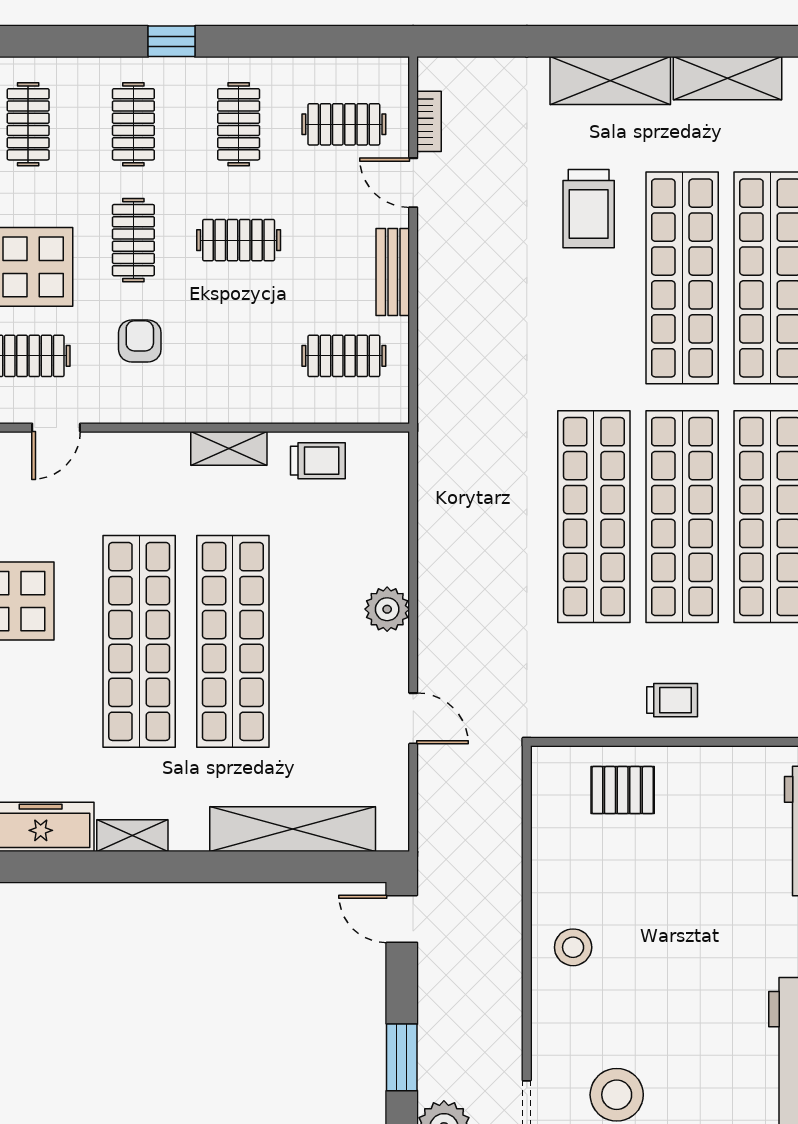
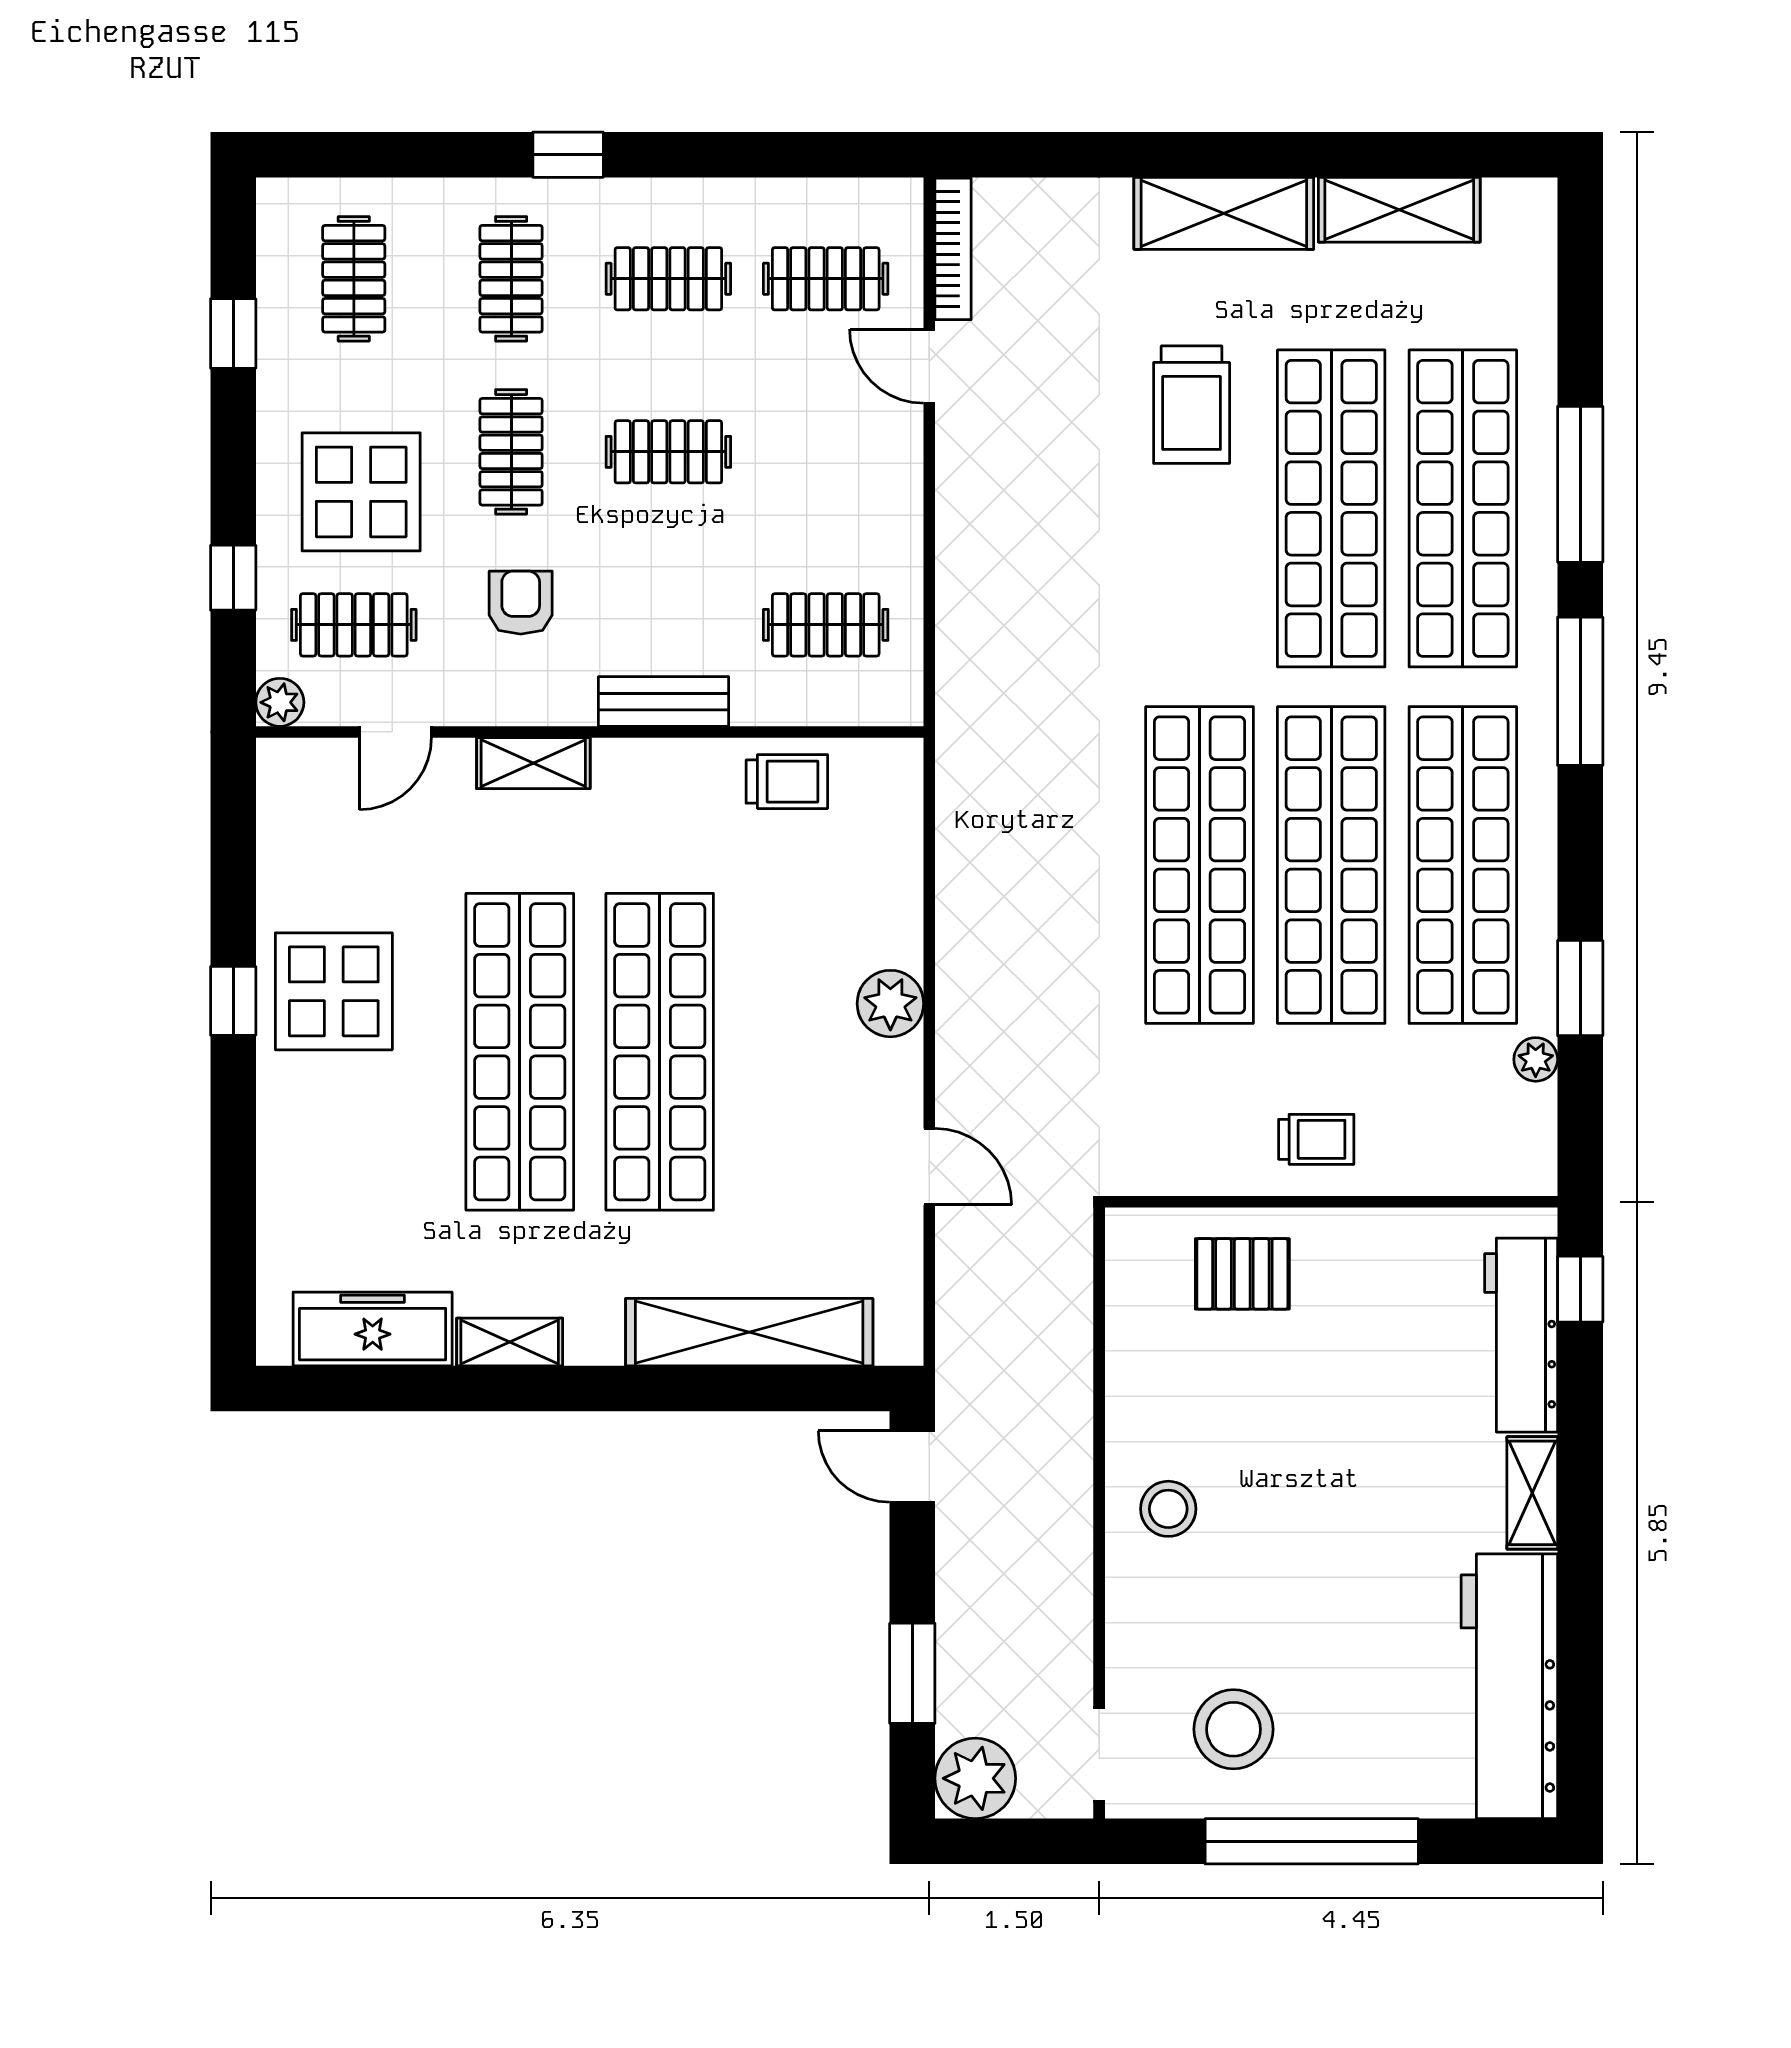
bookcase: (429, 121) -> (953, 249), width x1.56
clothes rail: (239, 124) -> (668, 279), turned 90
bench: (393, 272) -> (663, 701), moved, turned 90
shelving: (229, 448) -> (533, 763), moved

